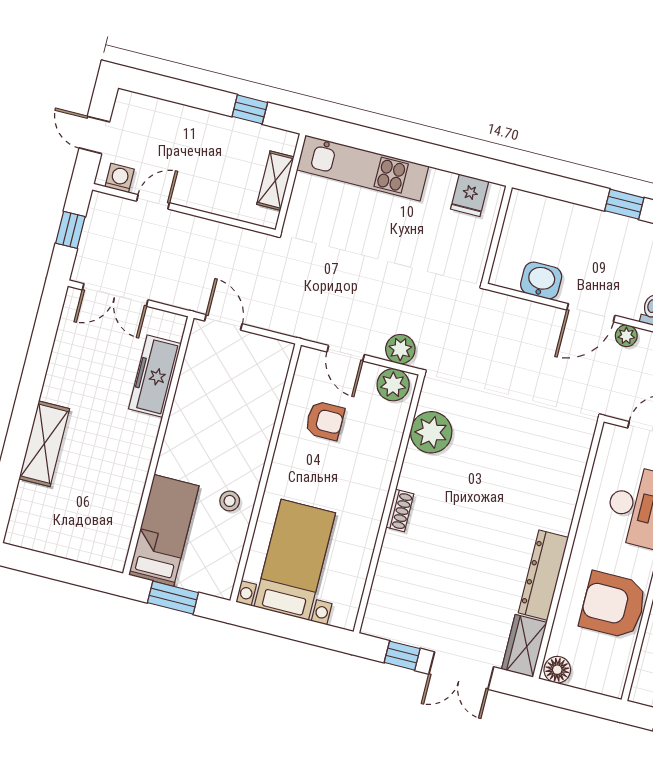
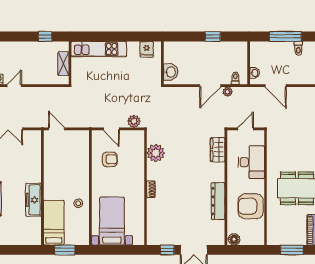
washbasin: (541, 280) -> (171, 72), moved, turned 90
freezer: (155, 376) -> (34, 200), moved
plant: (393, 385) -> (135, 137), removed
wardrobe: (524, 646) -> (218, 150), moved

